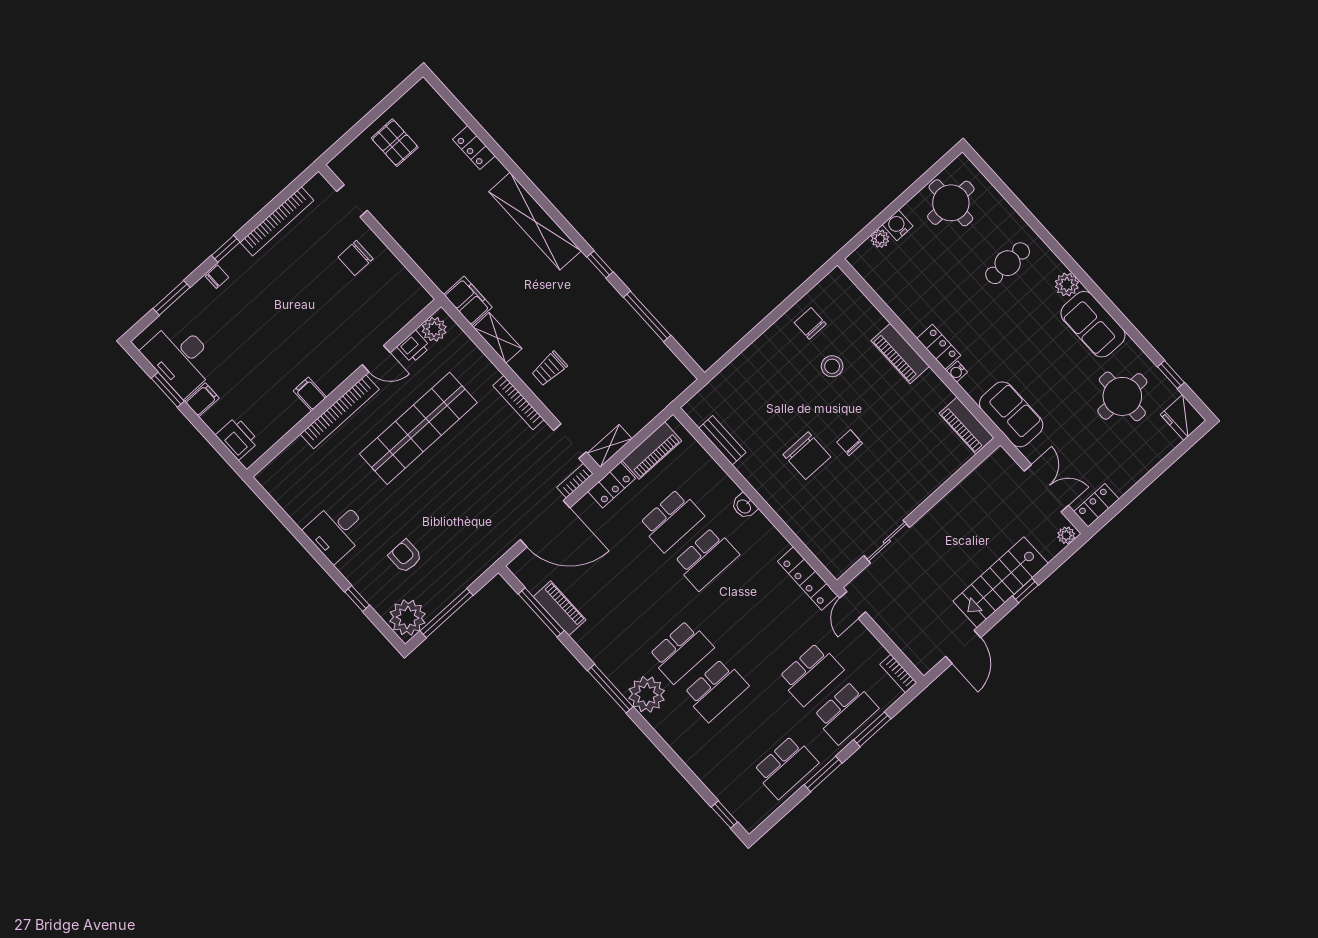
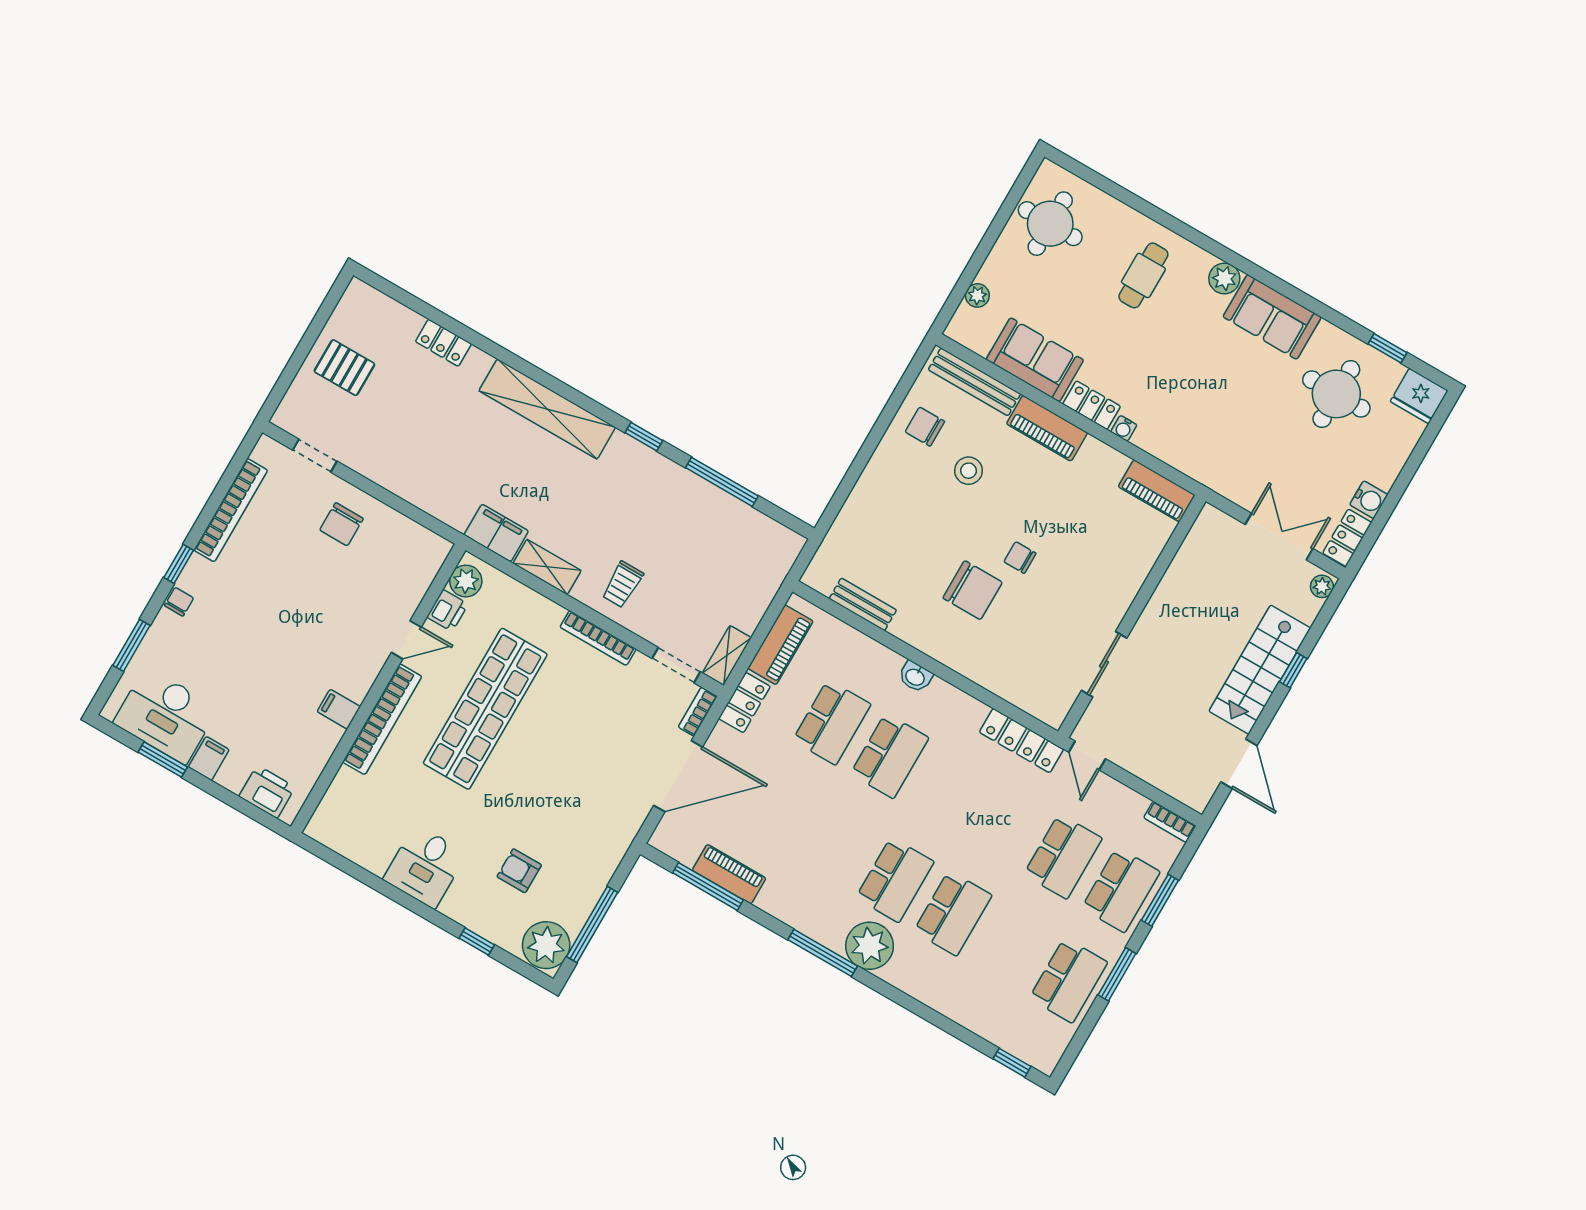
water cooler: (898, 225) -> (1369, 500), moved, turned 180
bench: (857, 302) -> (974, 382), added
sofa: (1011, 414) -> (1035, 360), moved

